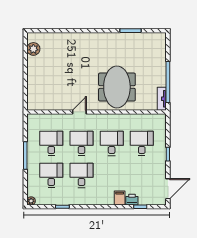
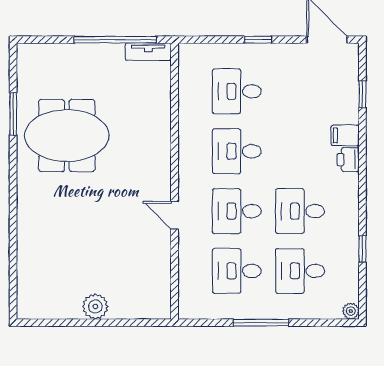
plant: (33, 49) -> (95, 306), moved
meeting table: (117, 87) -> (67, 136), moved
printer: (132, 200) -> (348, 160), moved

